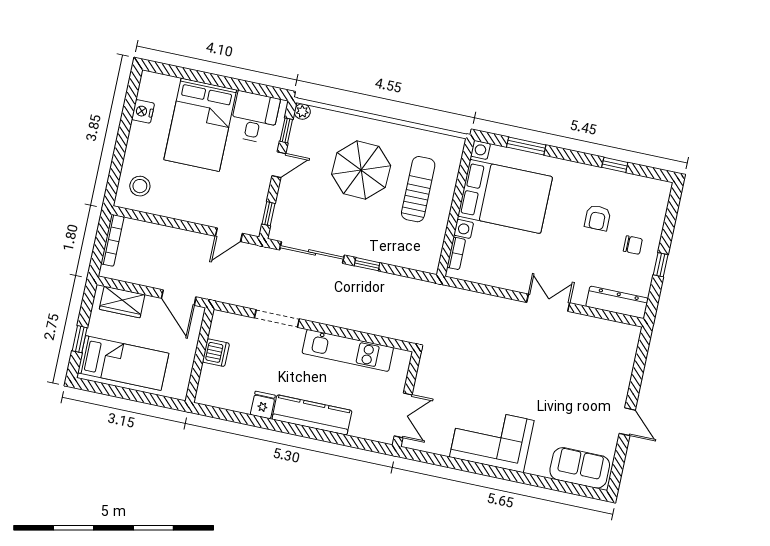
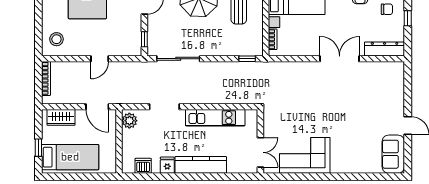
door: (229, 235) -> (100, 59), moved
window: (367, 264) -> (247, 59), moved
double door: (548, 303) -> (340, 59), width x1.37
plant: (221, 328) -> (129, 121), added
dishwasher: (216, 353) -> (143, 166), moved, turned -90
corner sofa: (492, 439) -> (305, 155), moved
sofa: (580, 468) -> (393, 154), moved, turned -90

